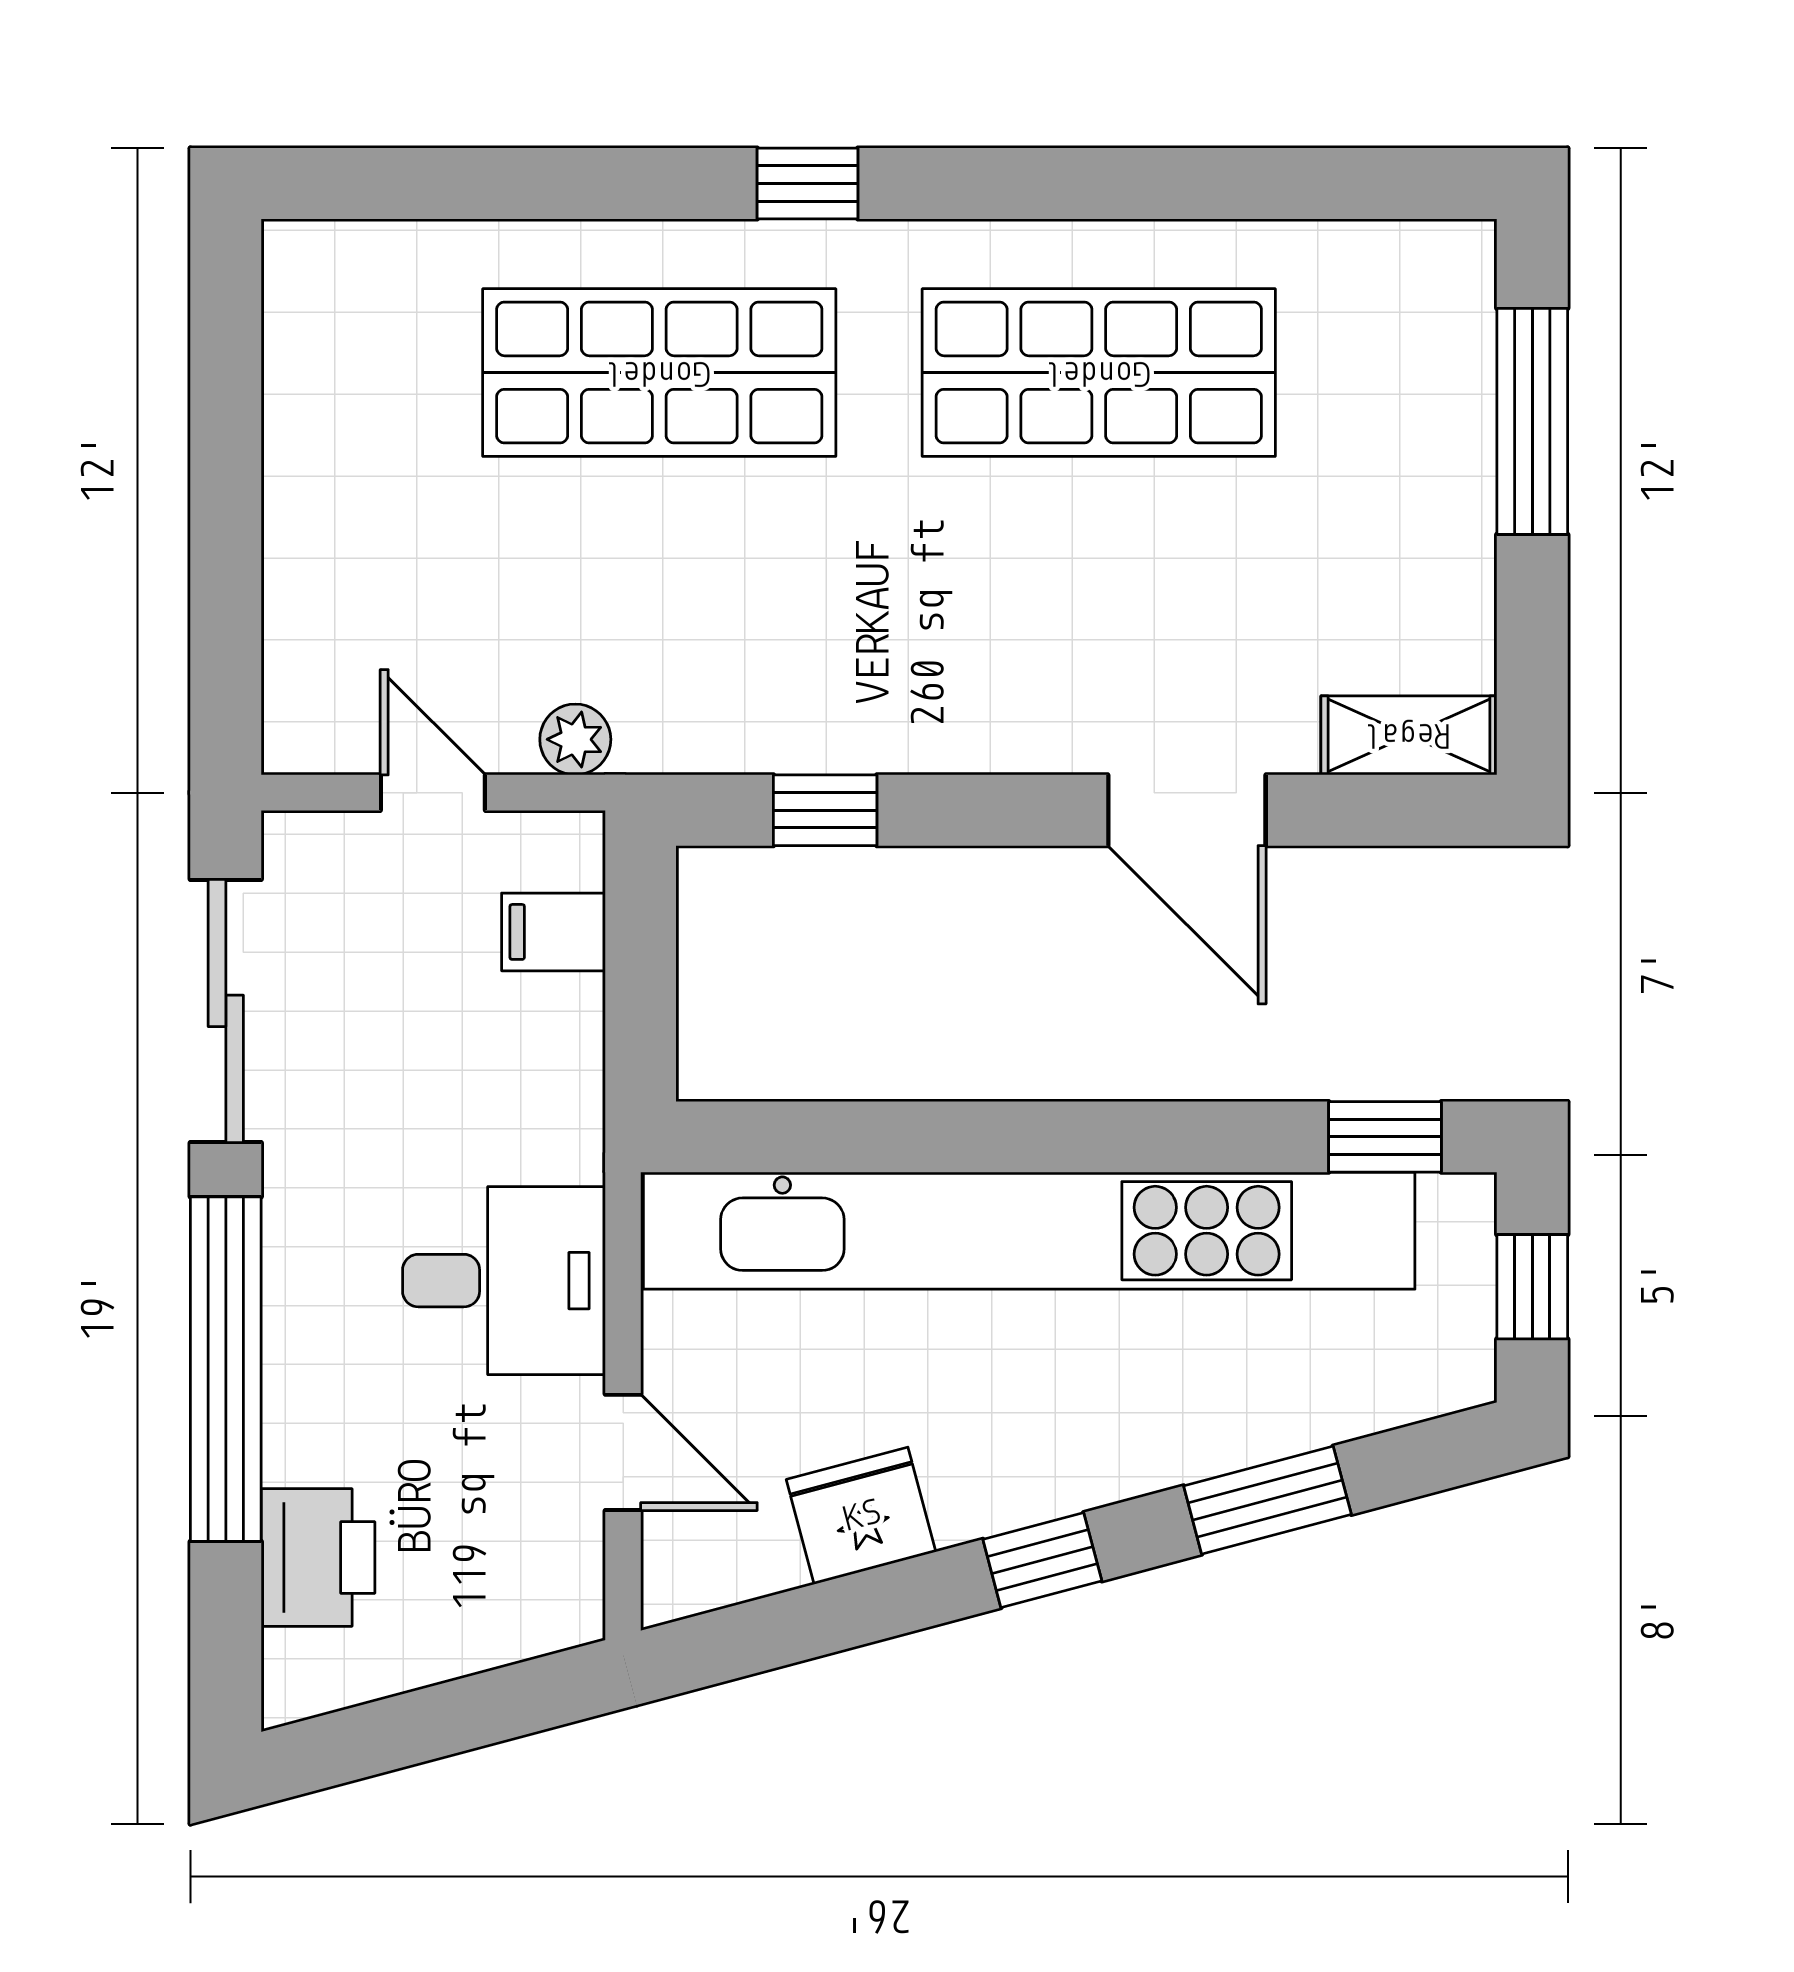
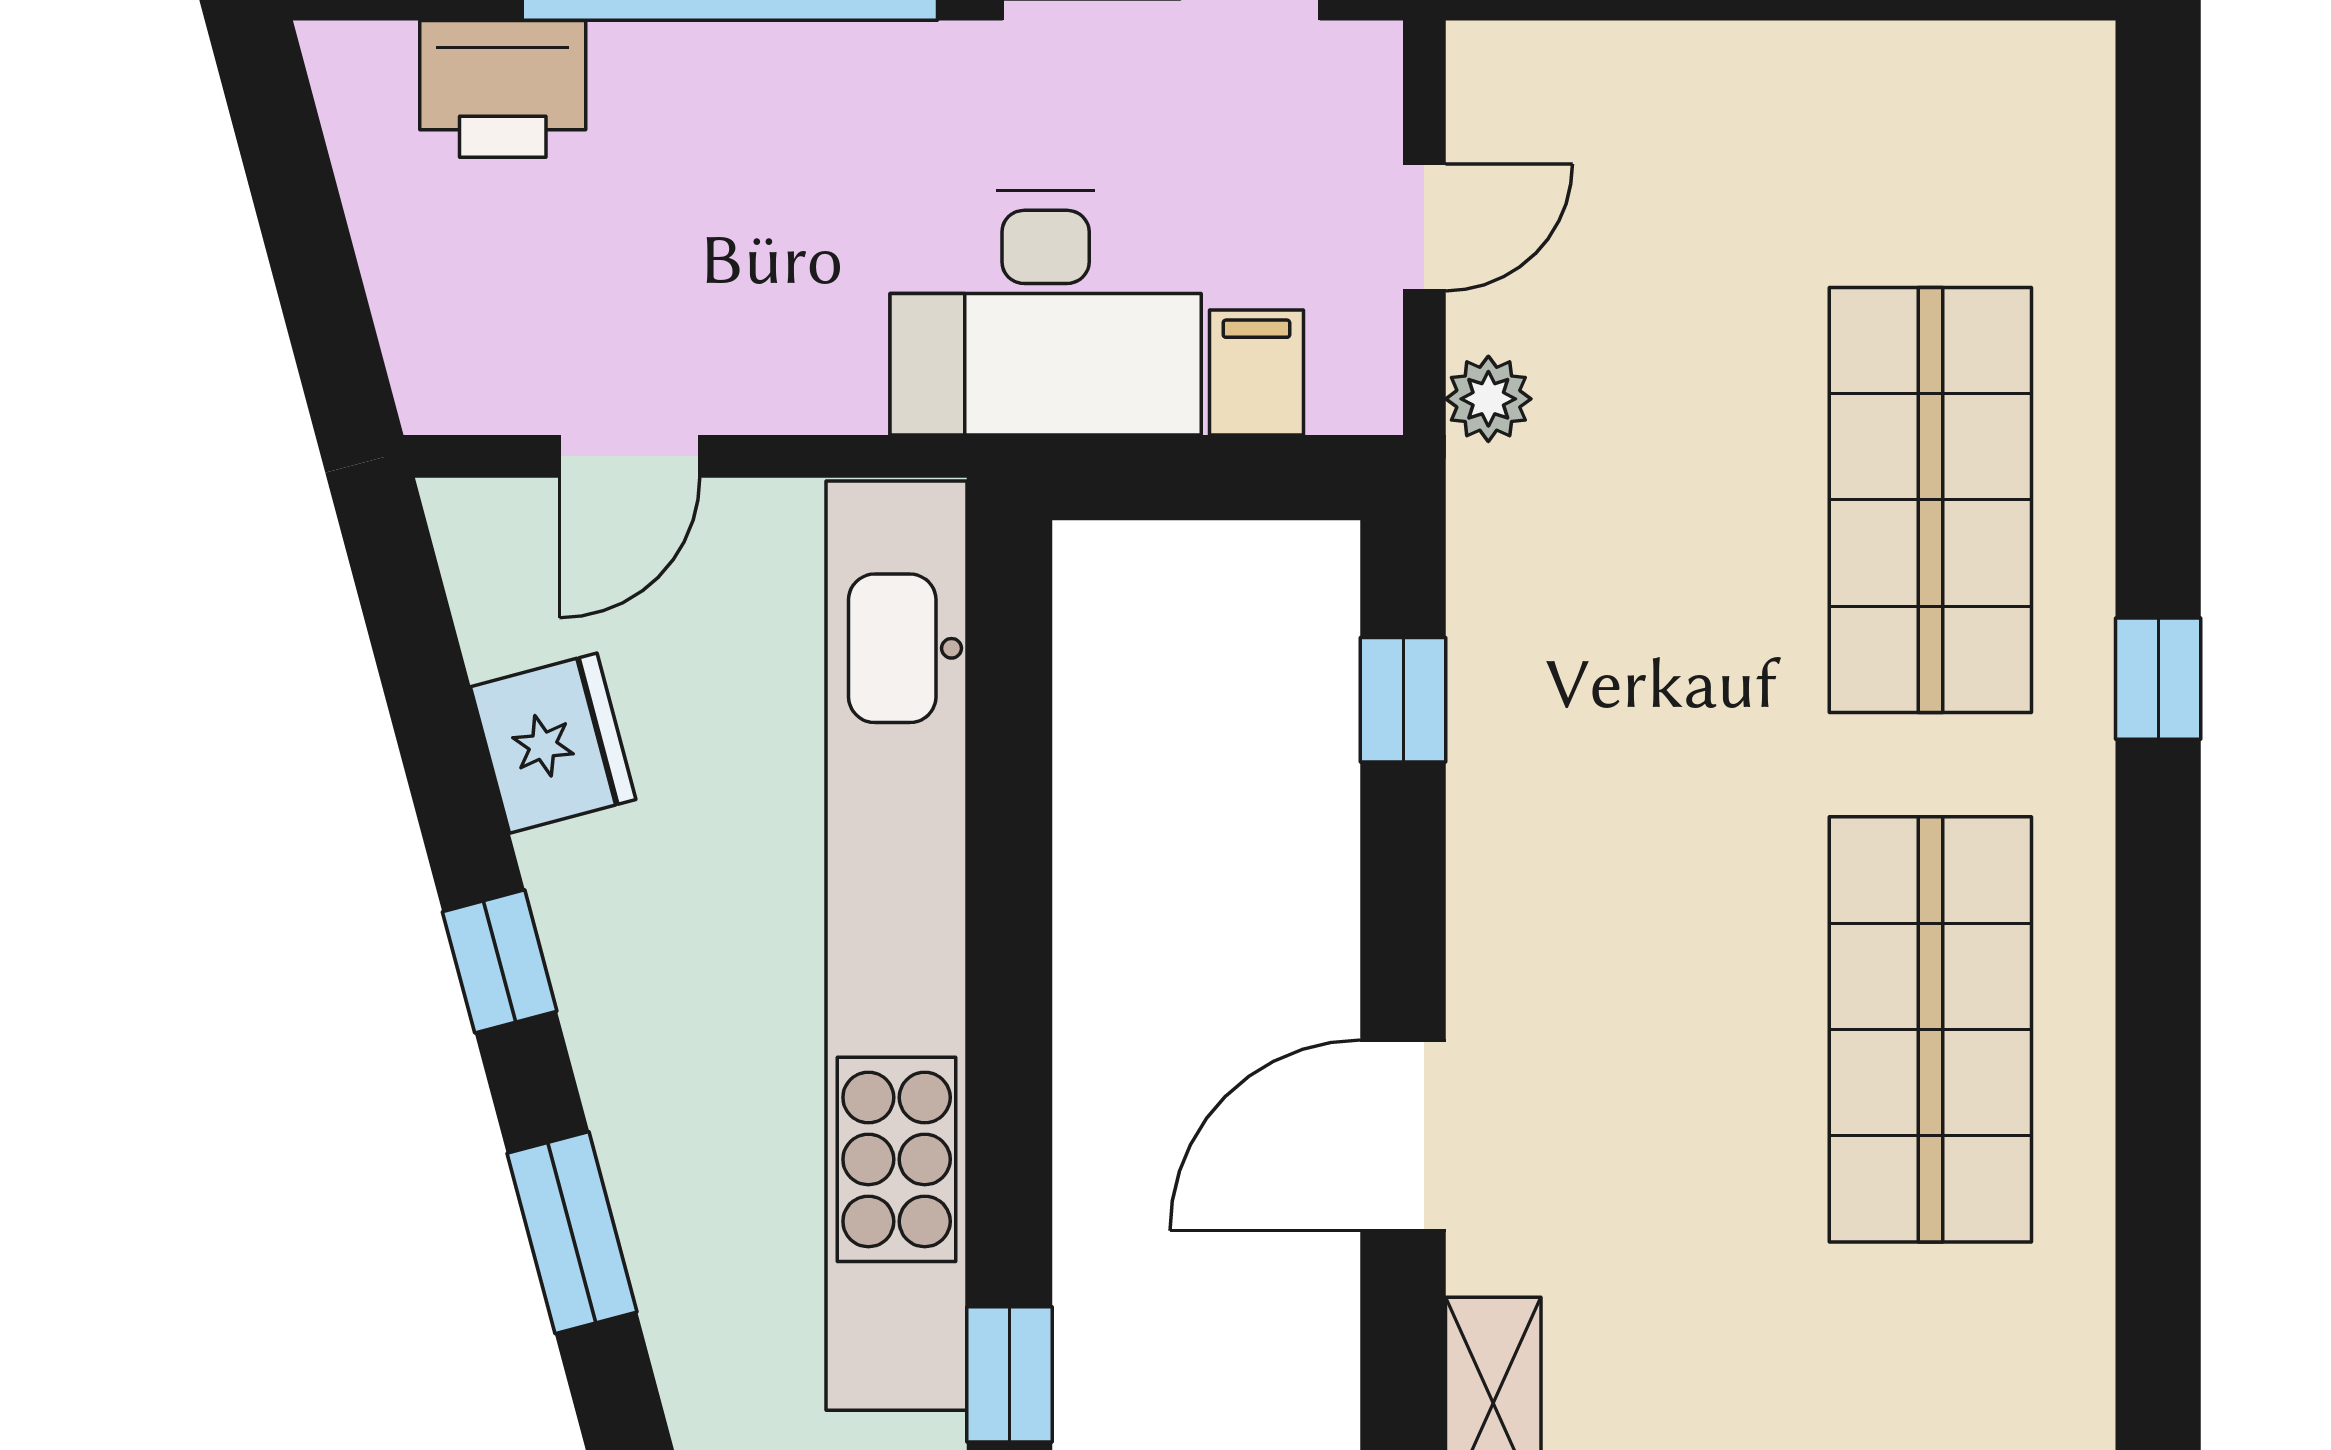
desk: (504, 1281) -> (1046, 313), moved, width x1.37

